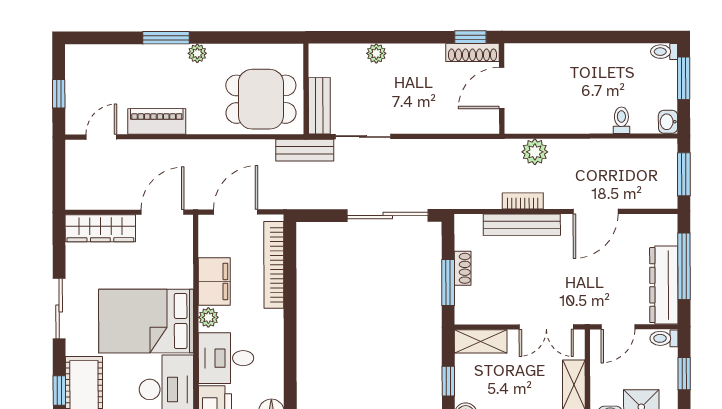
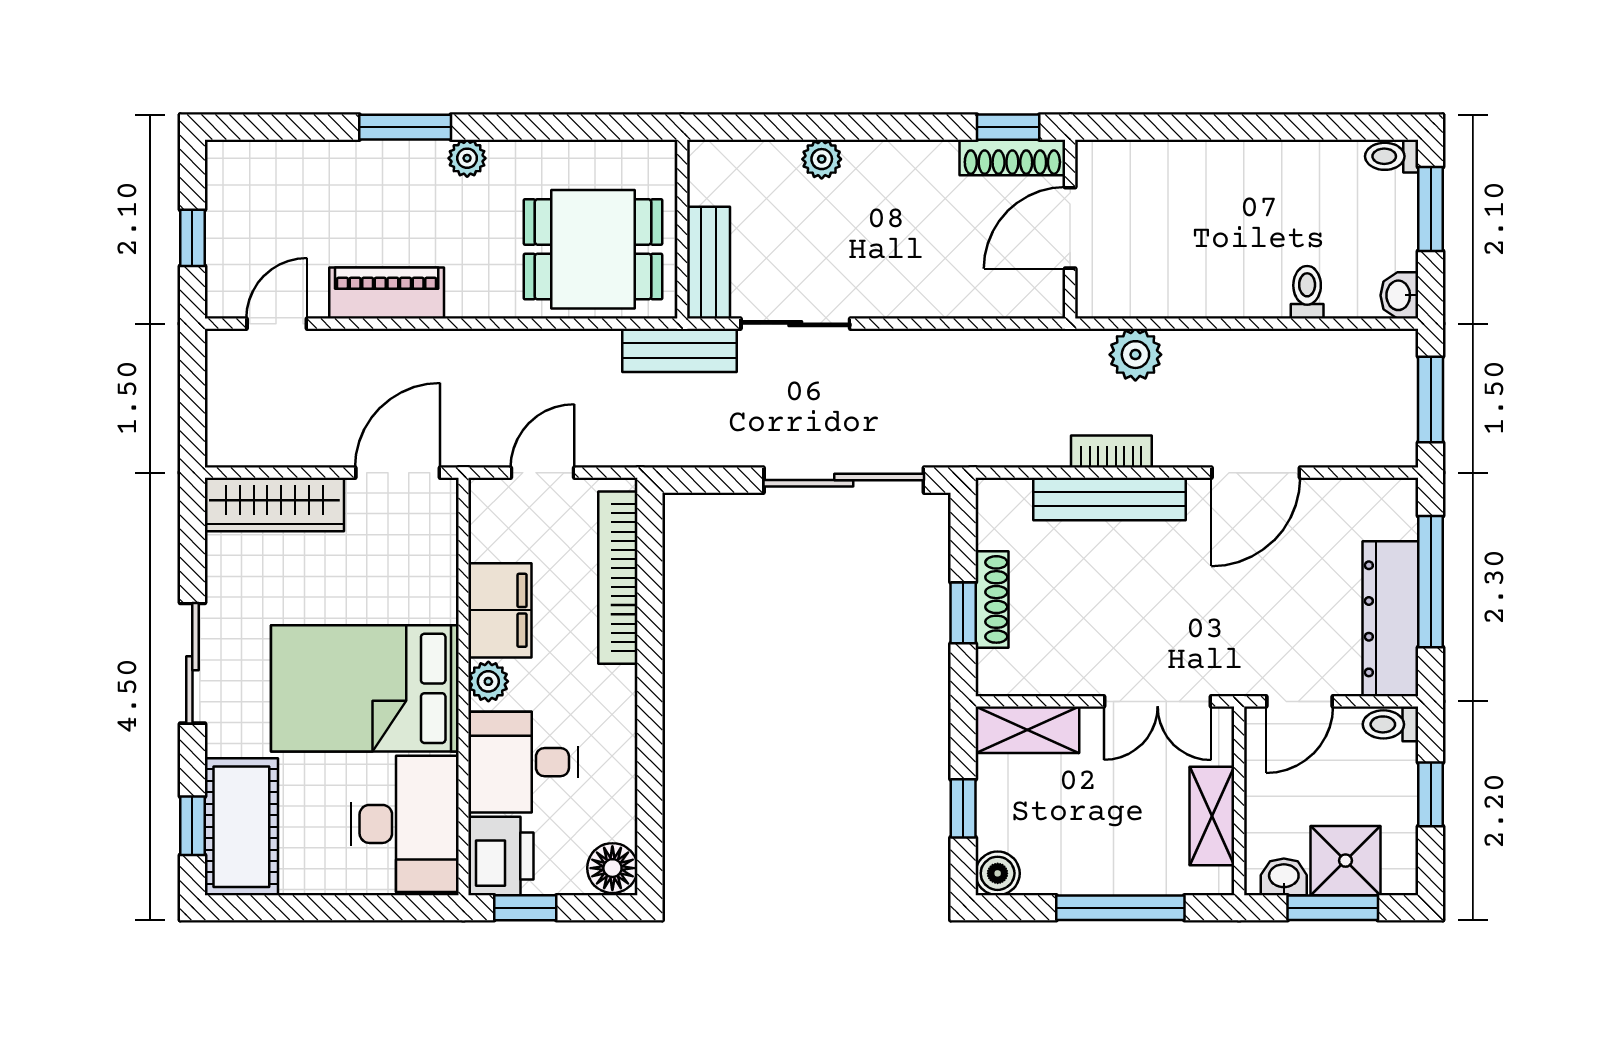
door: (236, 212) -> (542, 473), width x0.73
shoe rack: (463, 268) -> (992, 599), width x1.43
window: (448, 282) -> (963, 613), width x0.67

